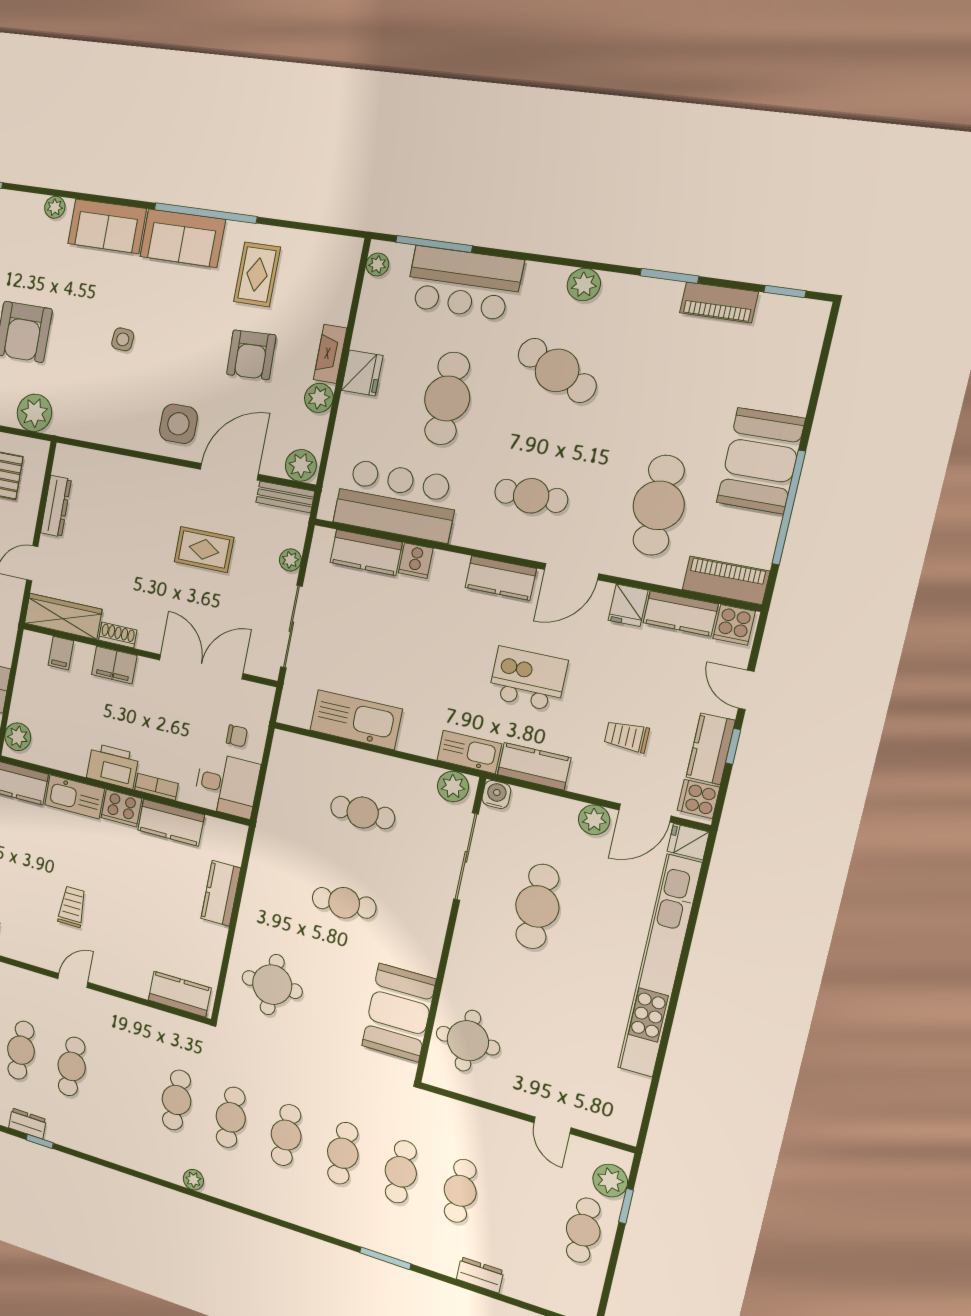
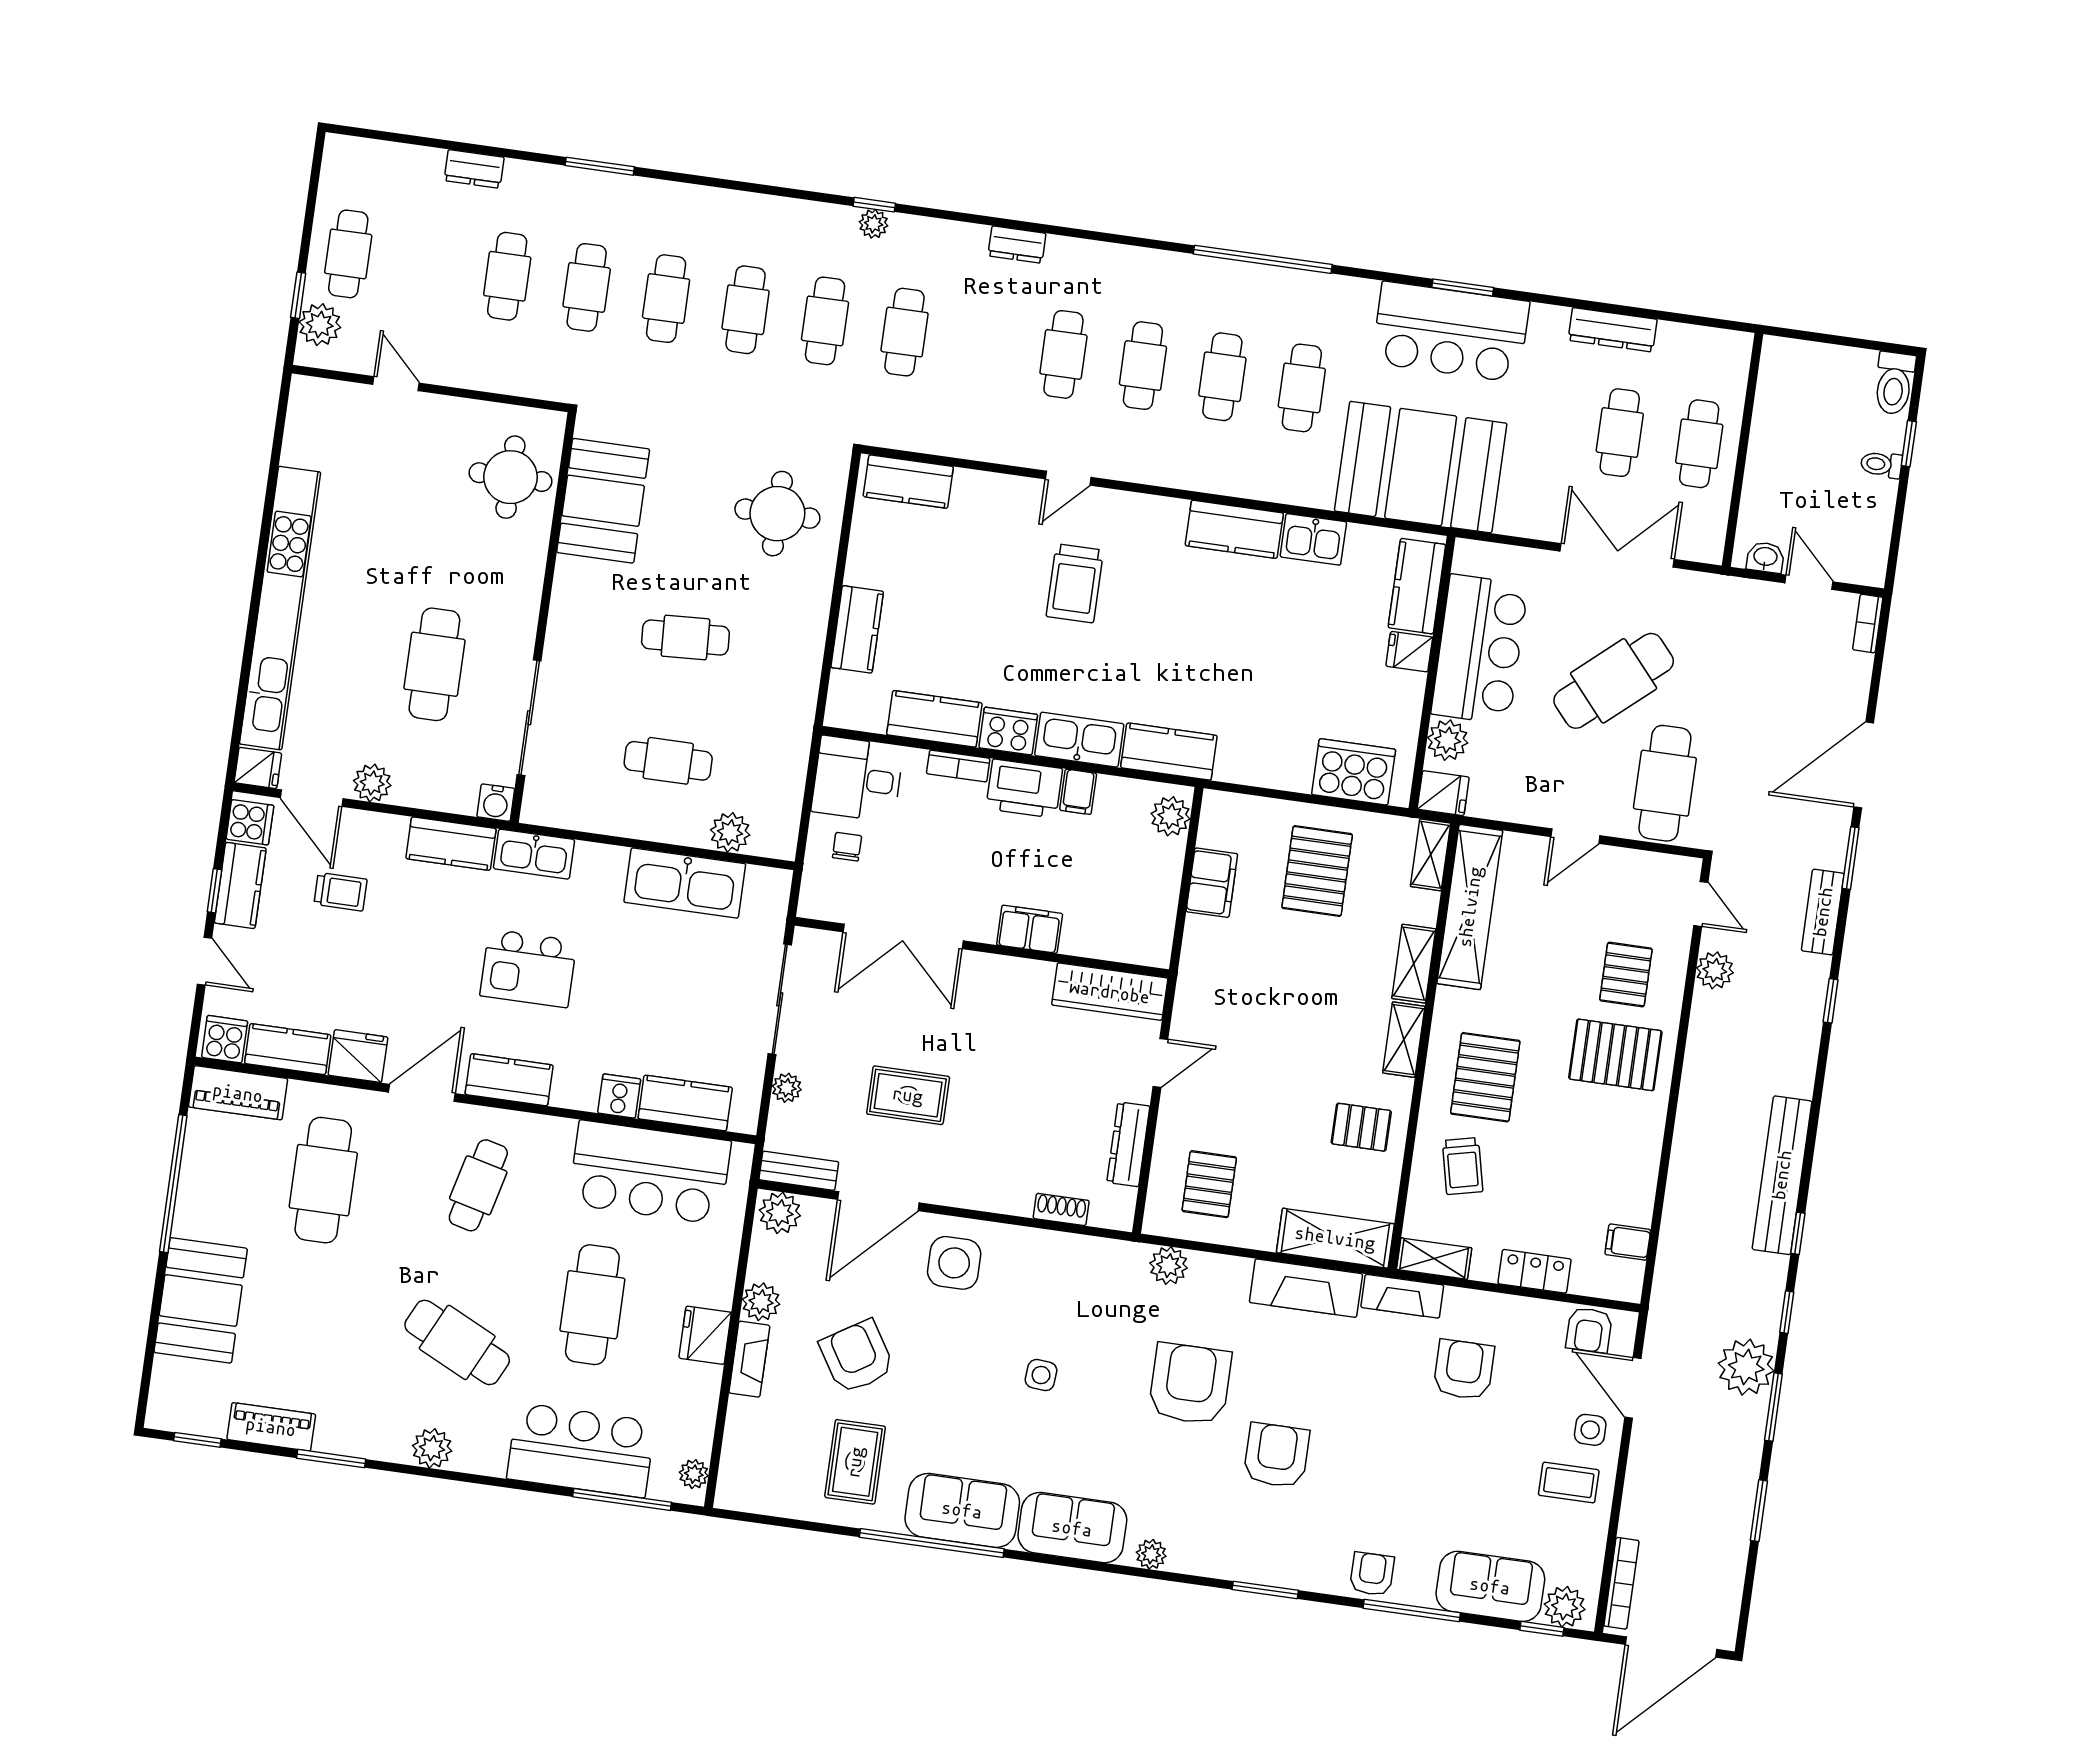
armchair: (251, 355) -> (857, 1357), turned -30
plant: (34, 413) -> (1169, 1266), width x0.73, depth x0.73
booth: (761, 461) -> (201, 1300), moved
cafe table: (531, 496) -> (478, 1185), turned -76
fridge: (628, 605) -> (358, 1056), width x1.38
shoe rack: (118, 635) -> (1061, 1209), moved, turned 180
filing cabinet: (61, 653) -> (1078, 792), moved, turned 180
kitchen island: (528, 679) -> (528, 968), moved
chair: (237, 736) -> (847, 847), turned 90
plant: (453, 786) -> (730, 832), moved
door: (645, 813) -> (312, 798), swing flipped
trolley: (72, 907) -> (1075, 583), width x1.36, depth x1.39
dresser: (27, 1123) -> (1017, 245), moved
window: (40, 1141) -> (874, 205), moved

